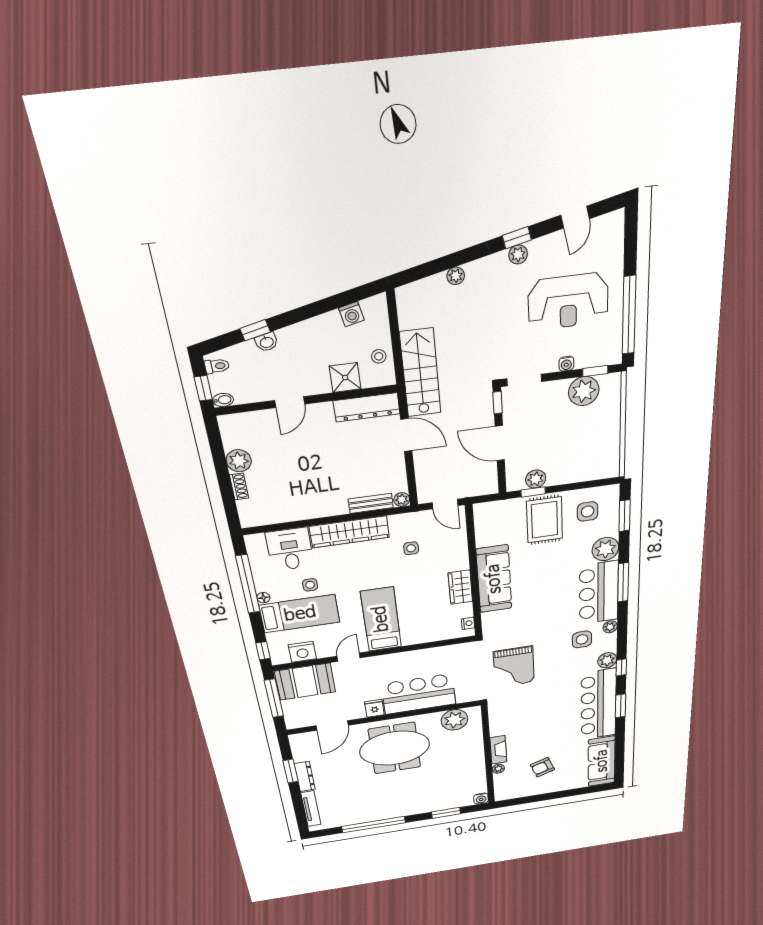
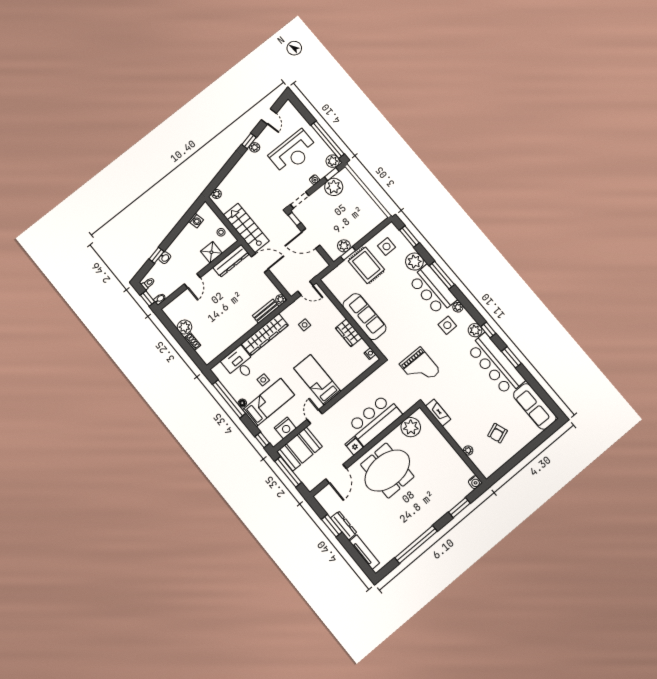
plant: (456, 276) -> (217, 194), moved
plant: (611, 353) -> (333, 161), added
fireplace: (498, 750) -> (438, 413), moved

